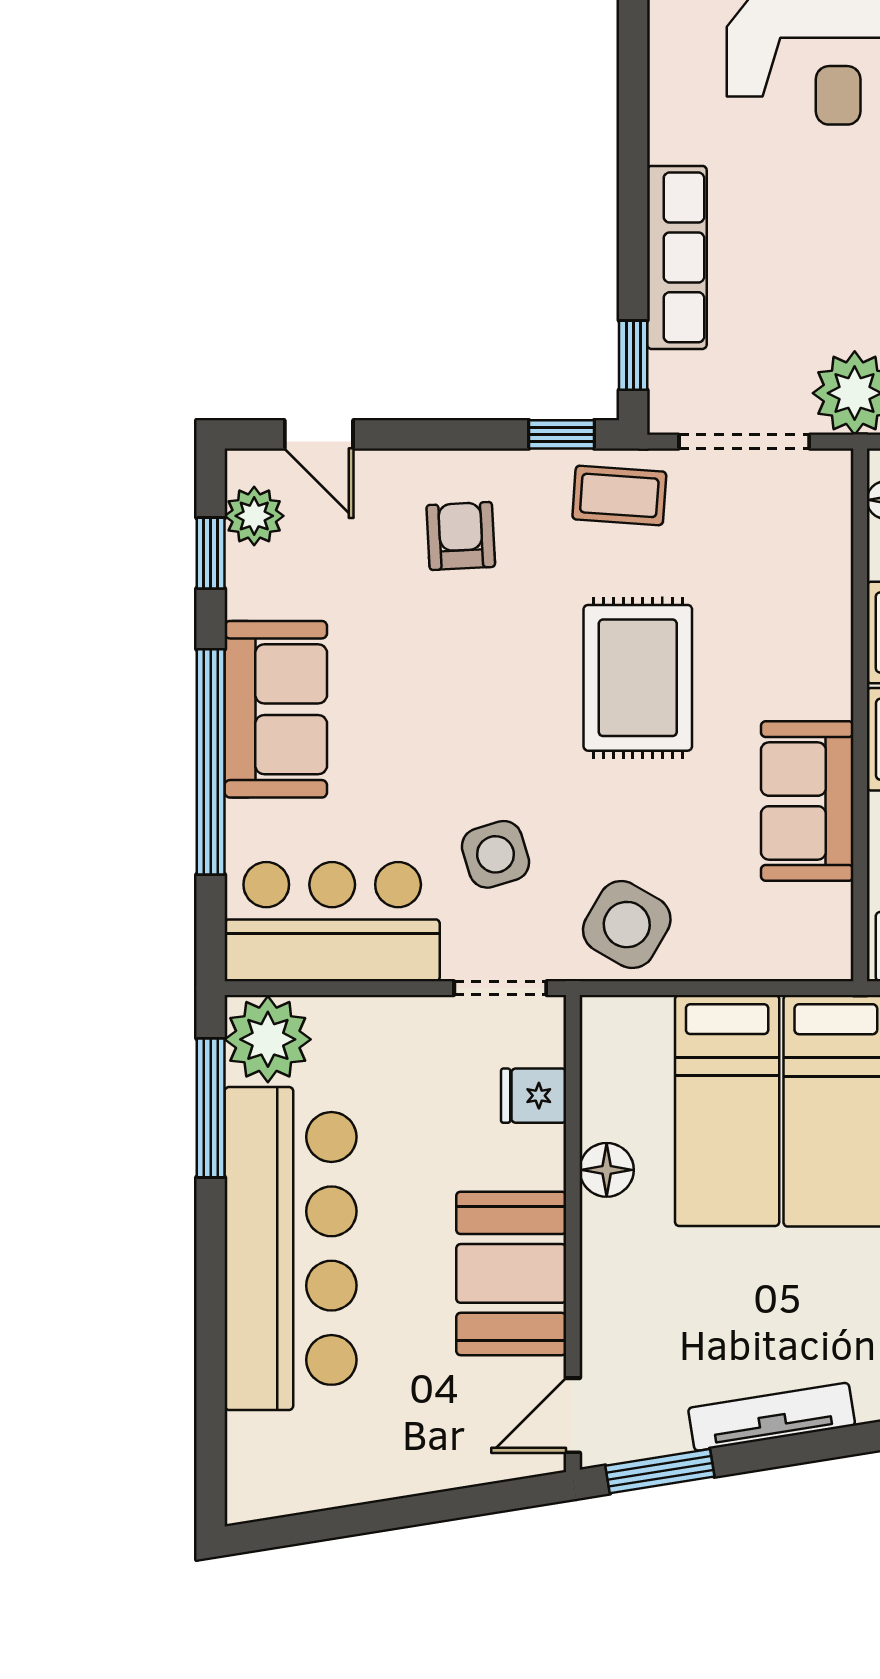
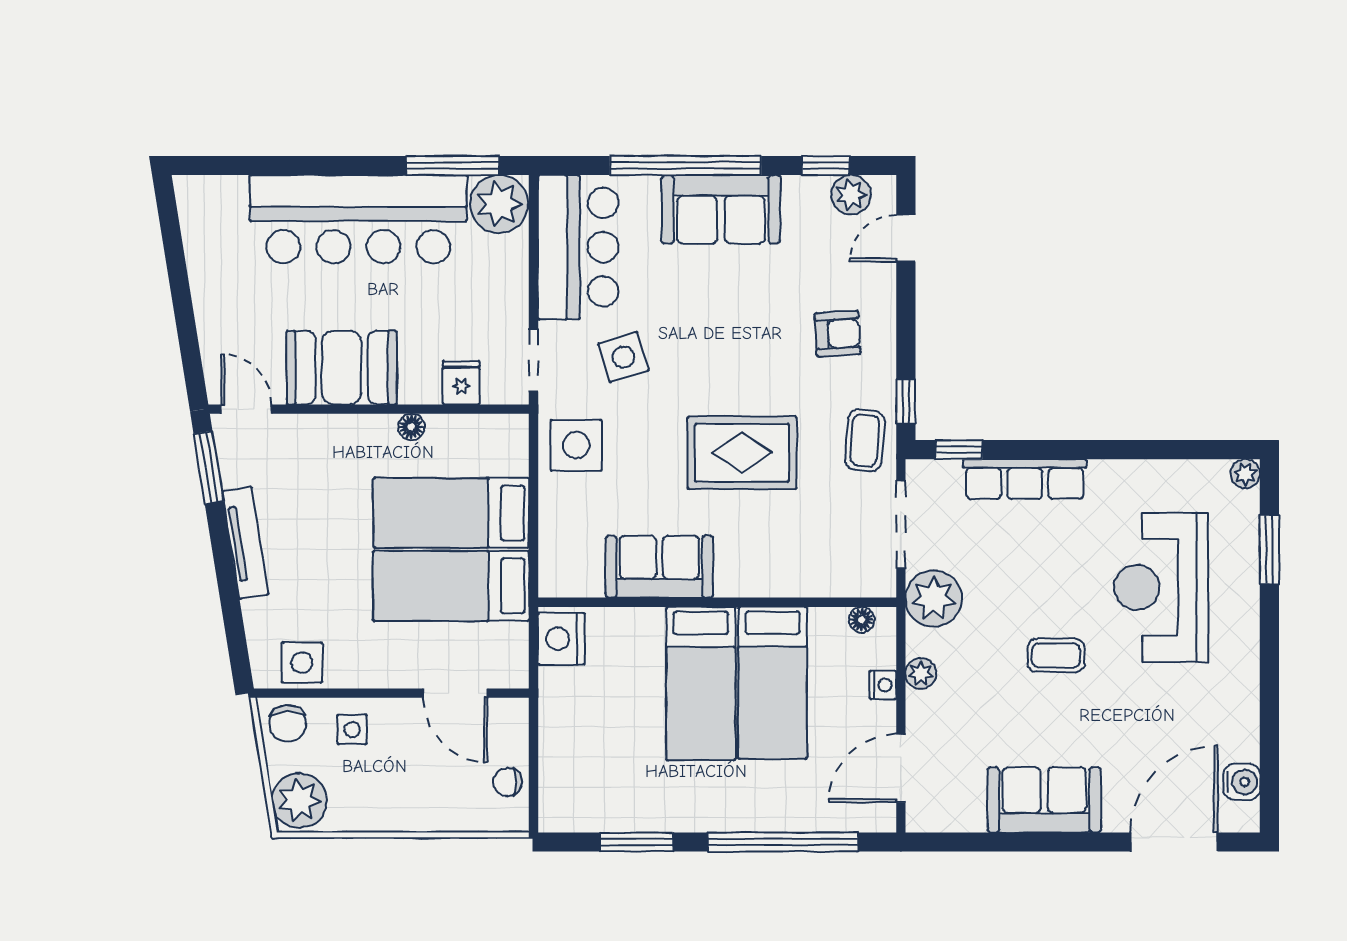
side table: (627, 925) -> (576, 445), turned -30
floor lamp: (607, 1170) -> (411, 427), width x0.73, depth x0.73

